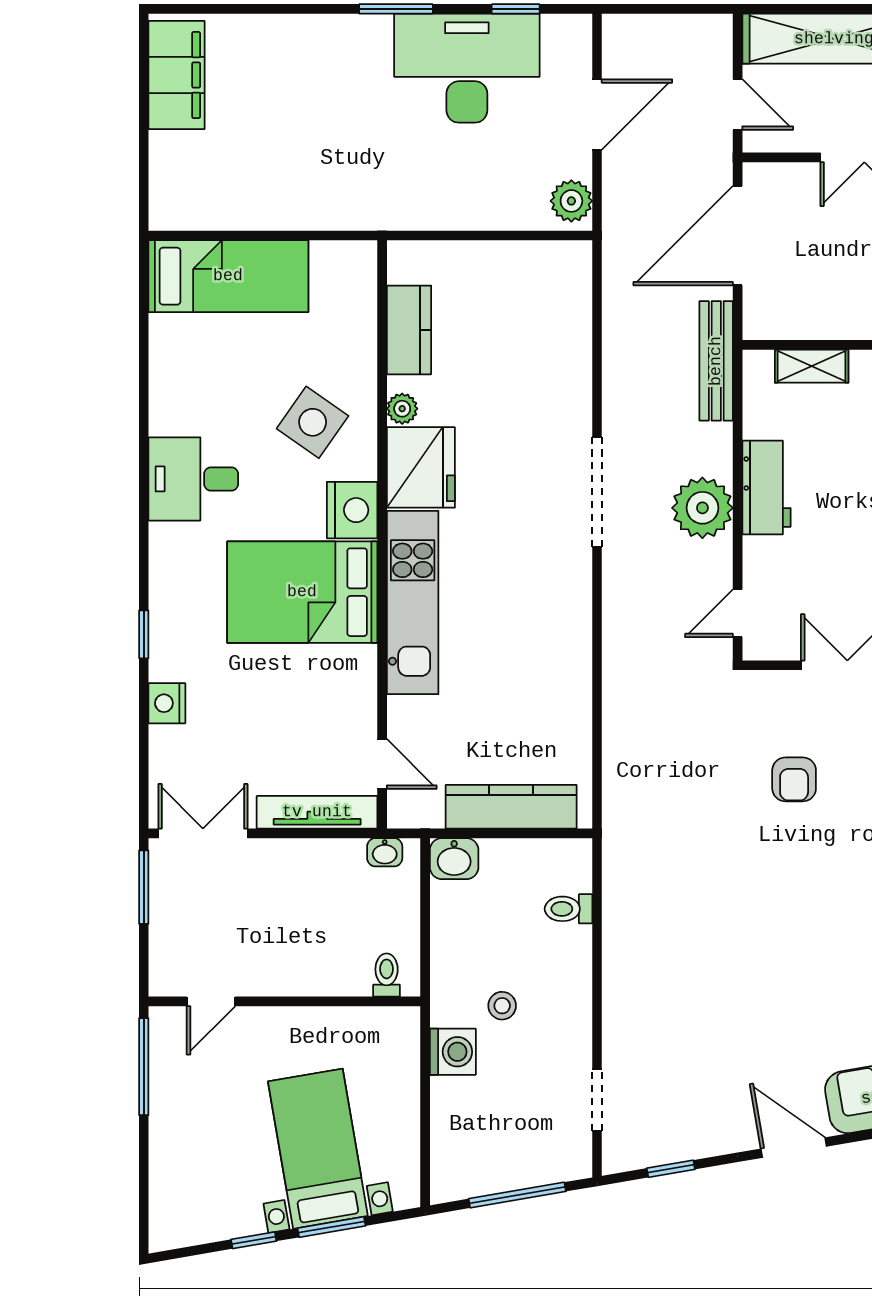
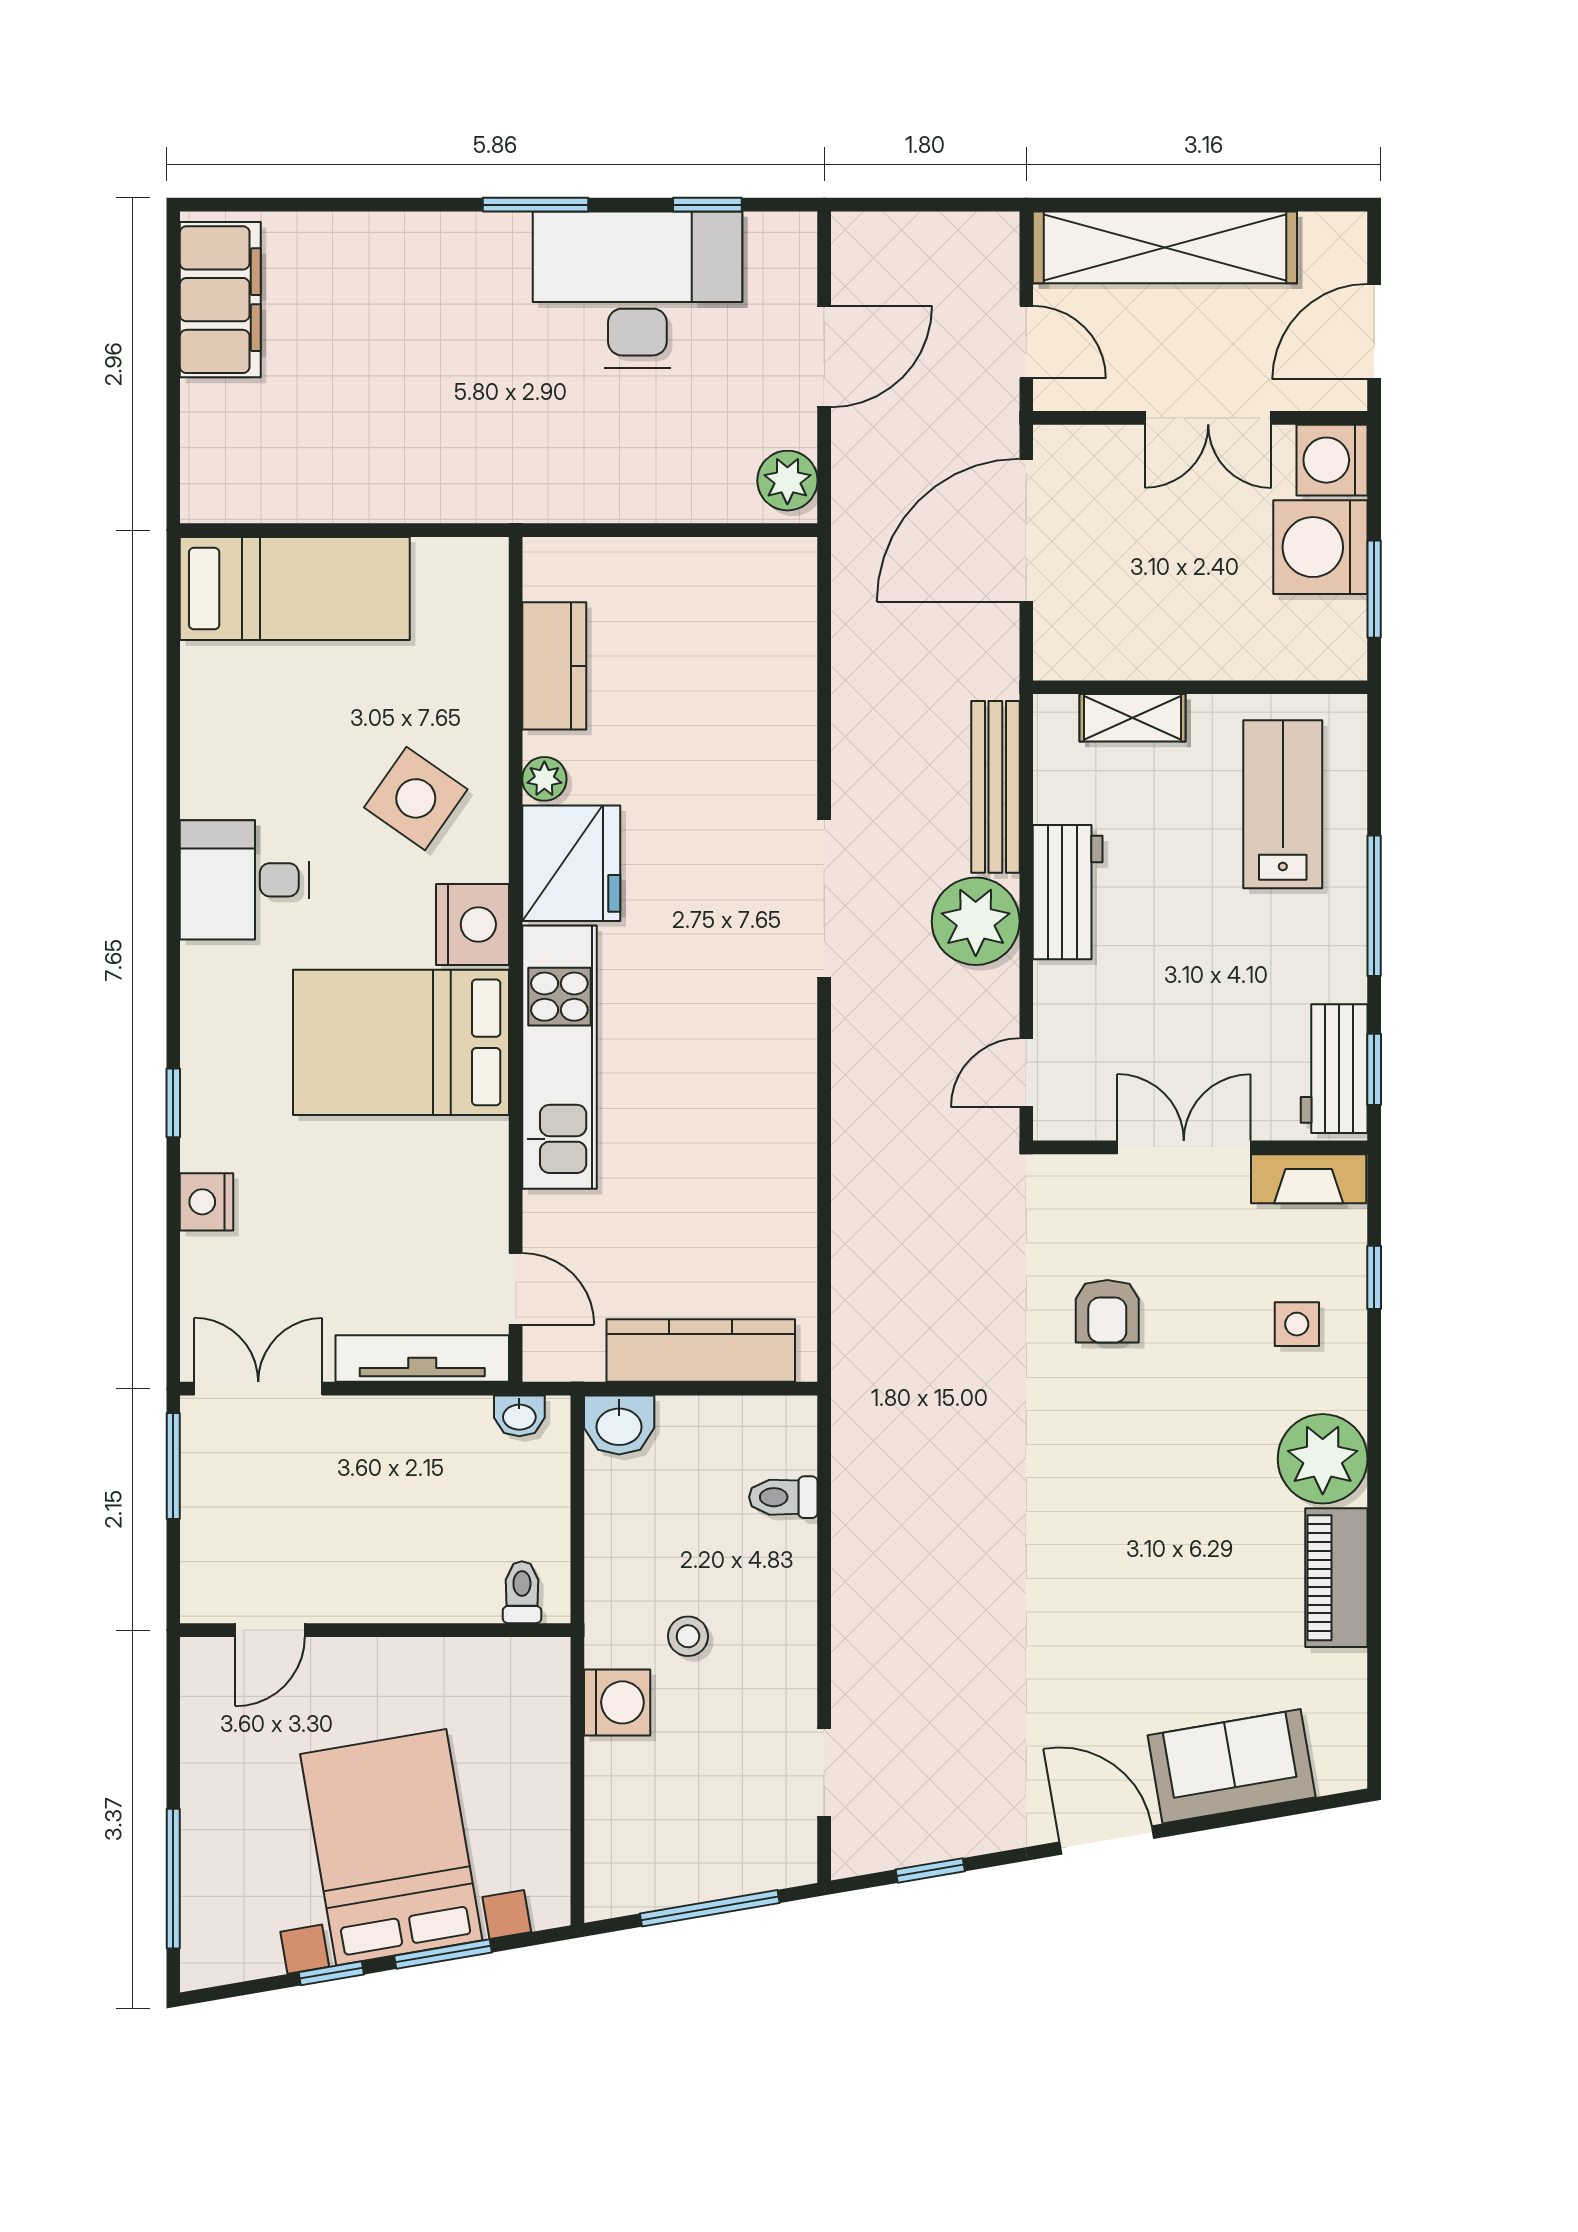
bench: (716, 361) -> (995, 787), moved
window: (144, 1067) -> (173, 1879), moved
bed with nightstands: (318, 1149) -> (391, 1847), width x1.36

